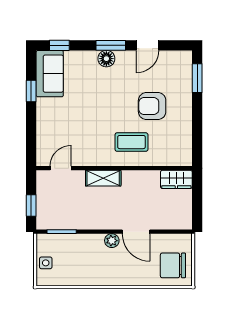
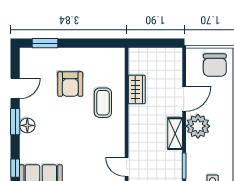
door: (147, 45) -> (15, 88), hinge flipped
shelving: (103, 178) -> (175, 134), moved
wardrobe: (176, 179) -> (137, 89), moved
plant: (112, 241) -> (198, 126), width x1.87, depth x1.87

